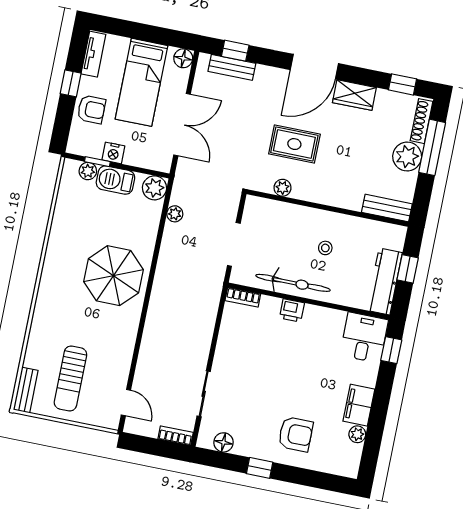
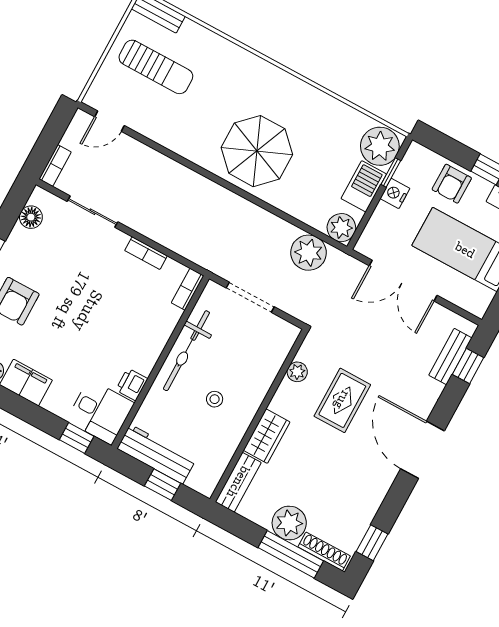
floor lamp: (183, 58) -> (477, 305), removed
wardrobe: (354, 95) -> (267, 436), moved, turned 180
plant: (88, 171) -> (380, 146), width x1.87, depth x1.87
plant: (175, 214) -> (309, 253), width x1.88, depth x1.88
printer: (292, 310) -> (132, 384), moved
bookcase: (224, 340) -> (146, 253), added
sun lounger: (70, 378) -> (156, 67), turned 180

